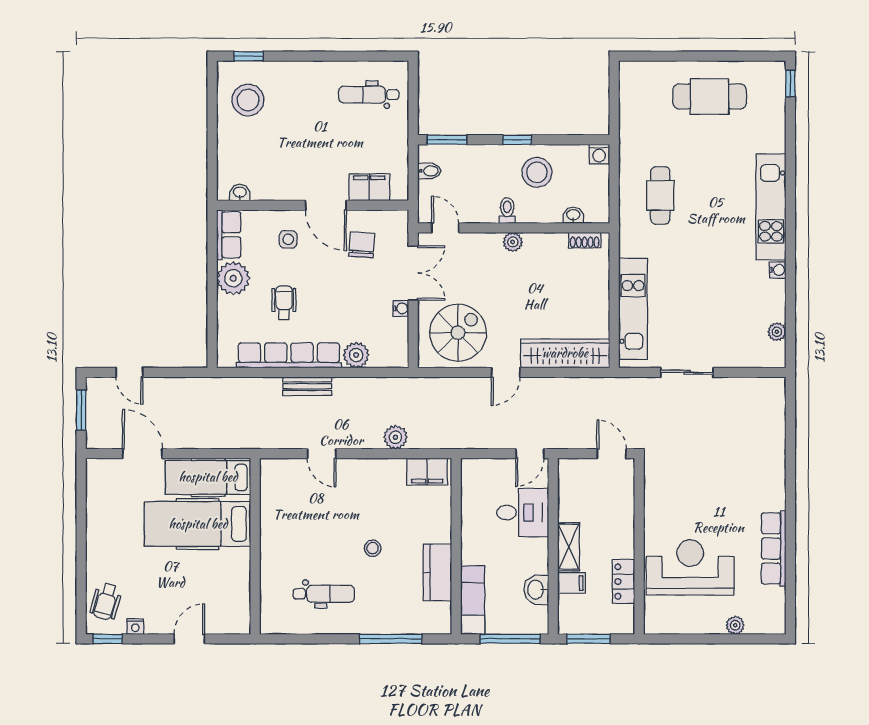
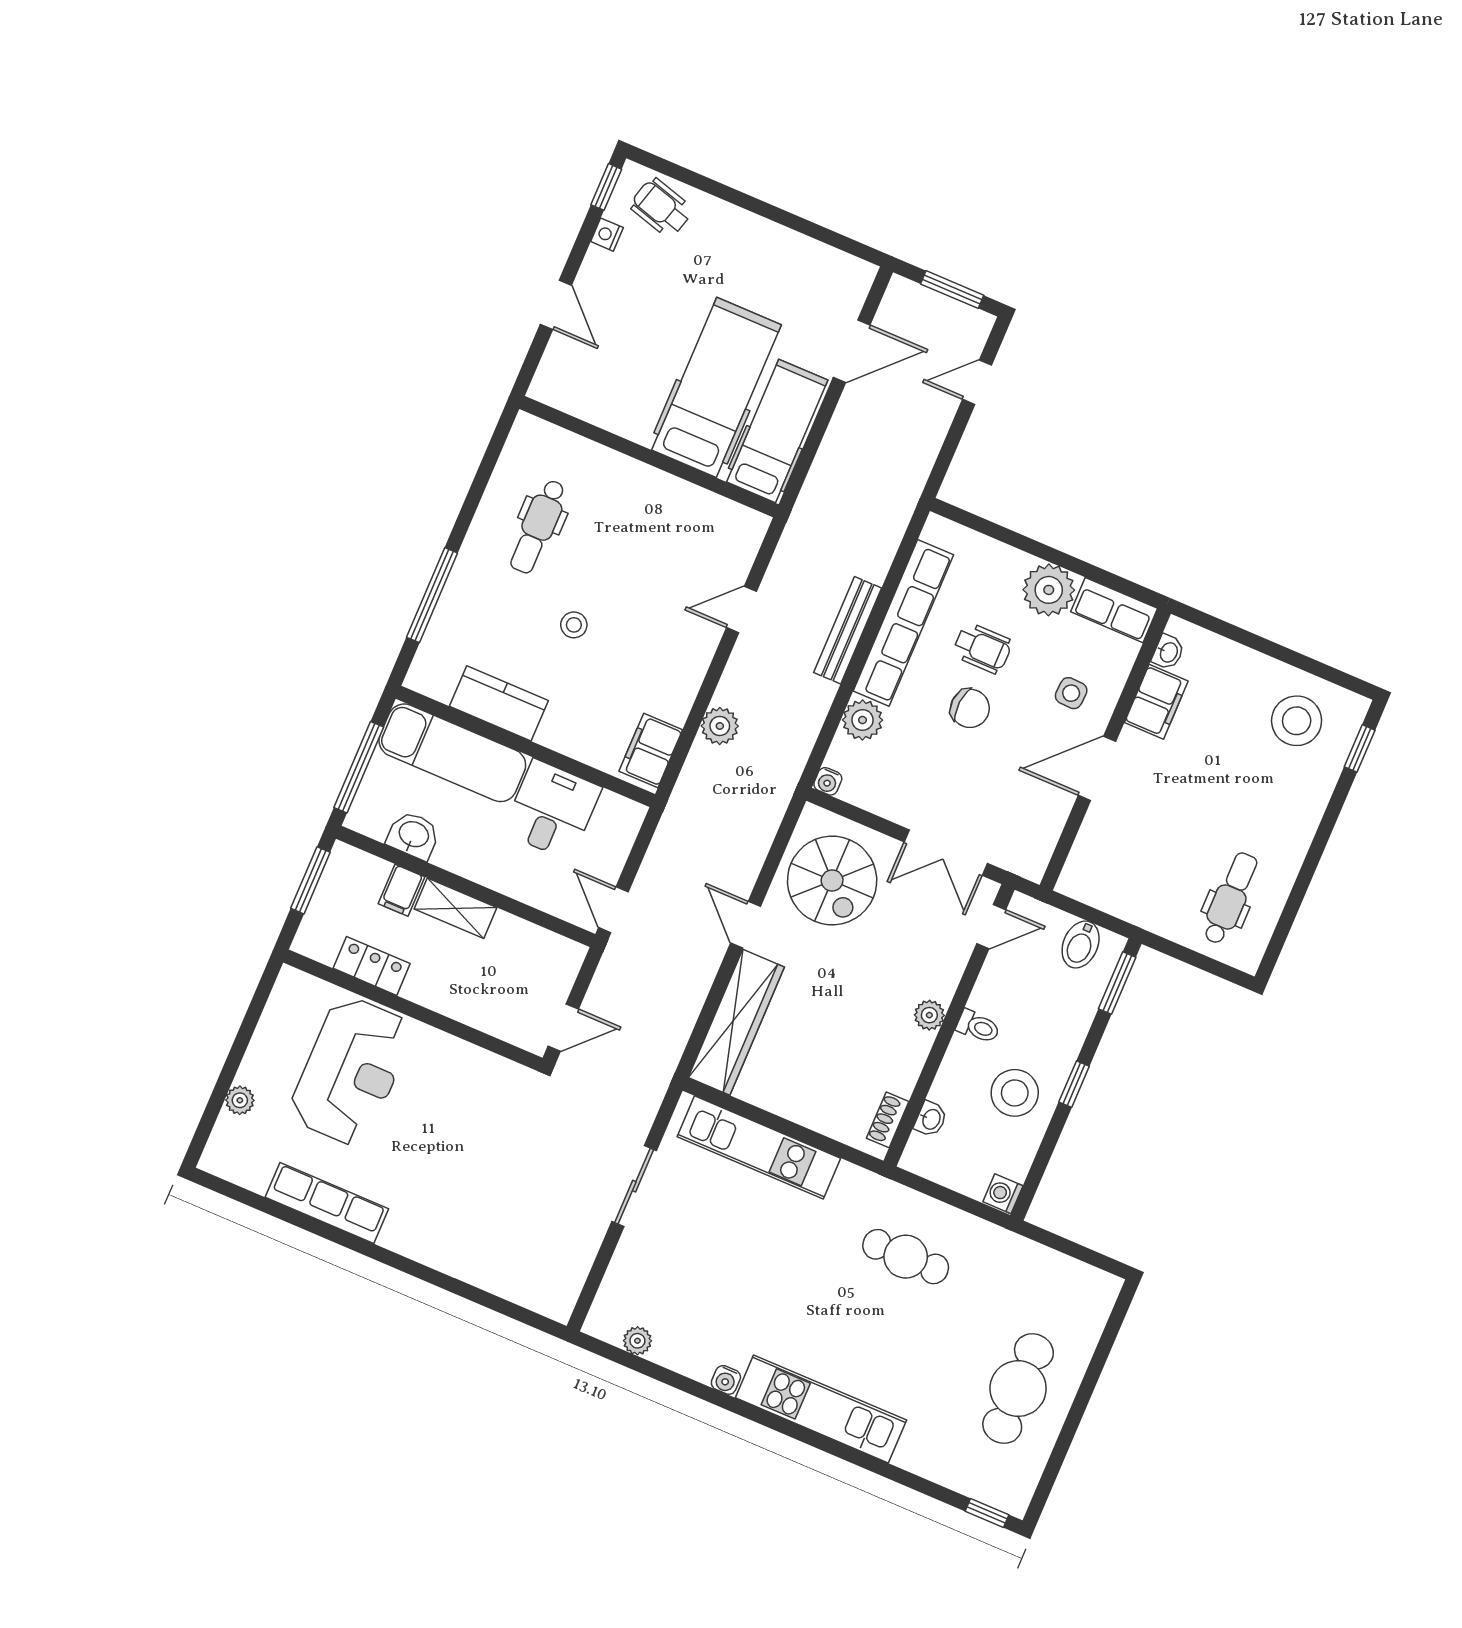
bidet: (429, 171) -> (1081, 945), width x1.38, depth x1.36
filing cabinet: (369, 187) -> (1156, 702), moved
chair: (362, 245) -> (970, 708), moved
water cooler: (401, 308) -> (828, 781), moved
bench: (307, 386) -> (848, 630), width x1.36
desk: (523, 512) -> (552, 810), moved, turned 180
exam couch: (473, 600) -> (452, 753), width x1.36, depth x1.45

